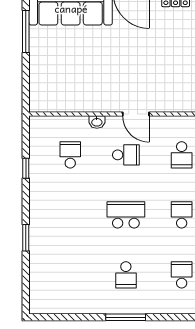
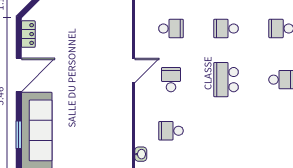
washbasin: (97, 122) -> (141, 154), moved

